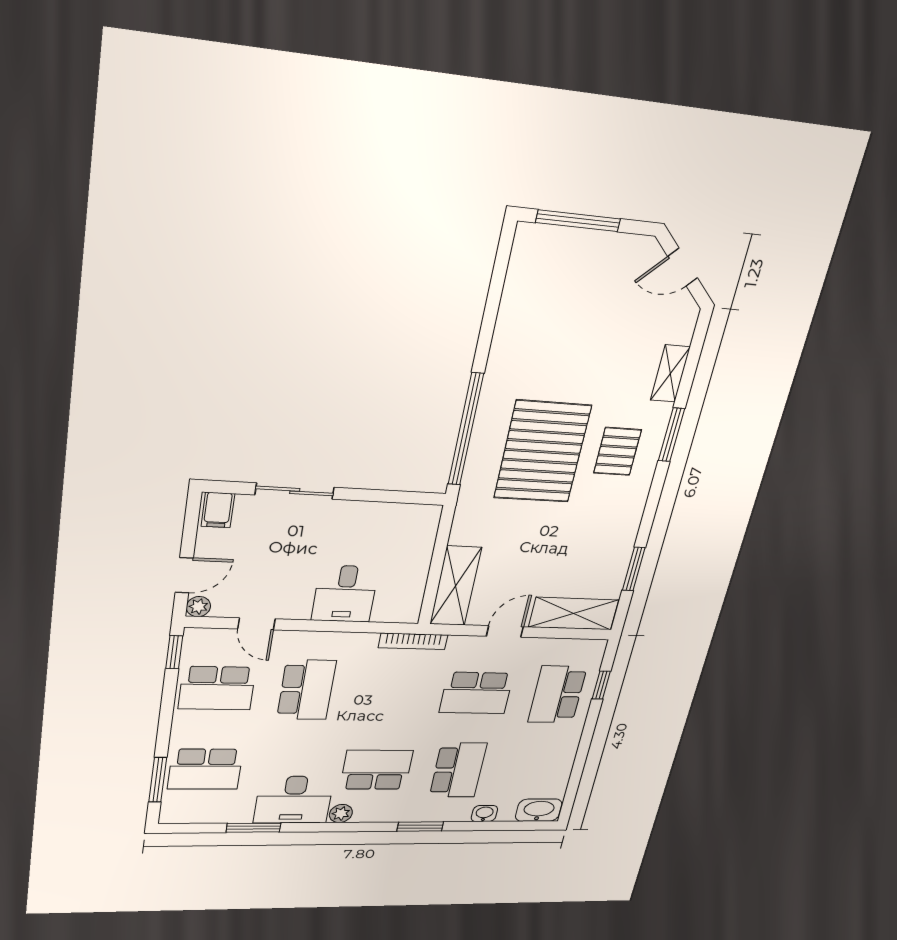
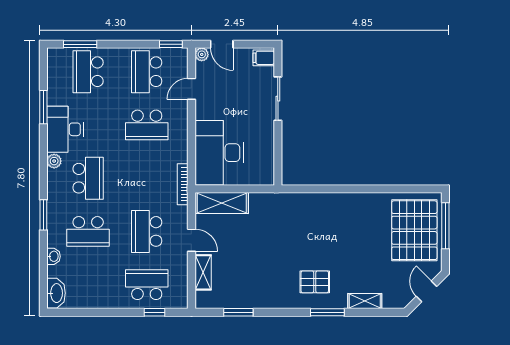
window: (466, 429) -> (322, 189), removed
pallet: (542, 452) -> (414, 230), moved, turned 90
desk: (345, 594) -> (219, 153), width x1.87, depth x1.30
shelving: (574, 613) -> (203, 272), width x0.67, depth x0.75

